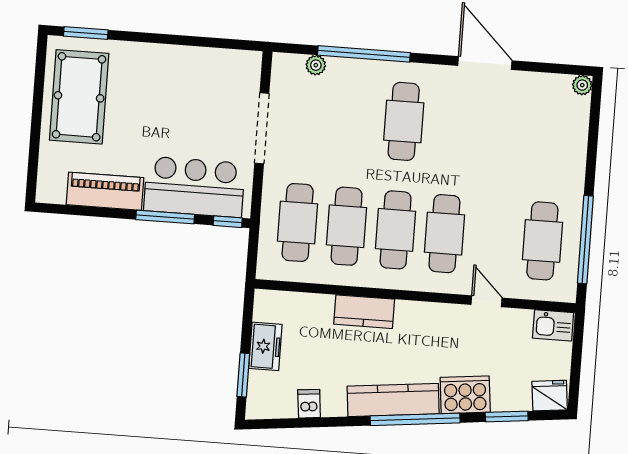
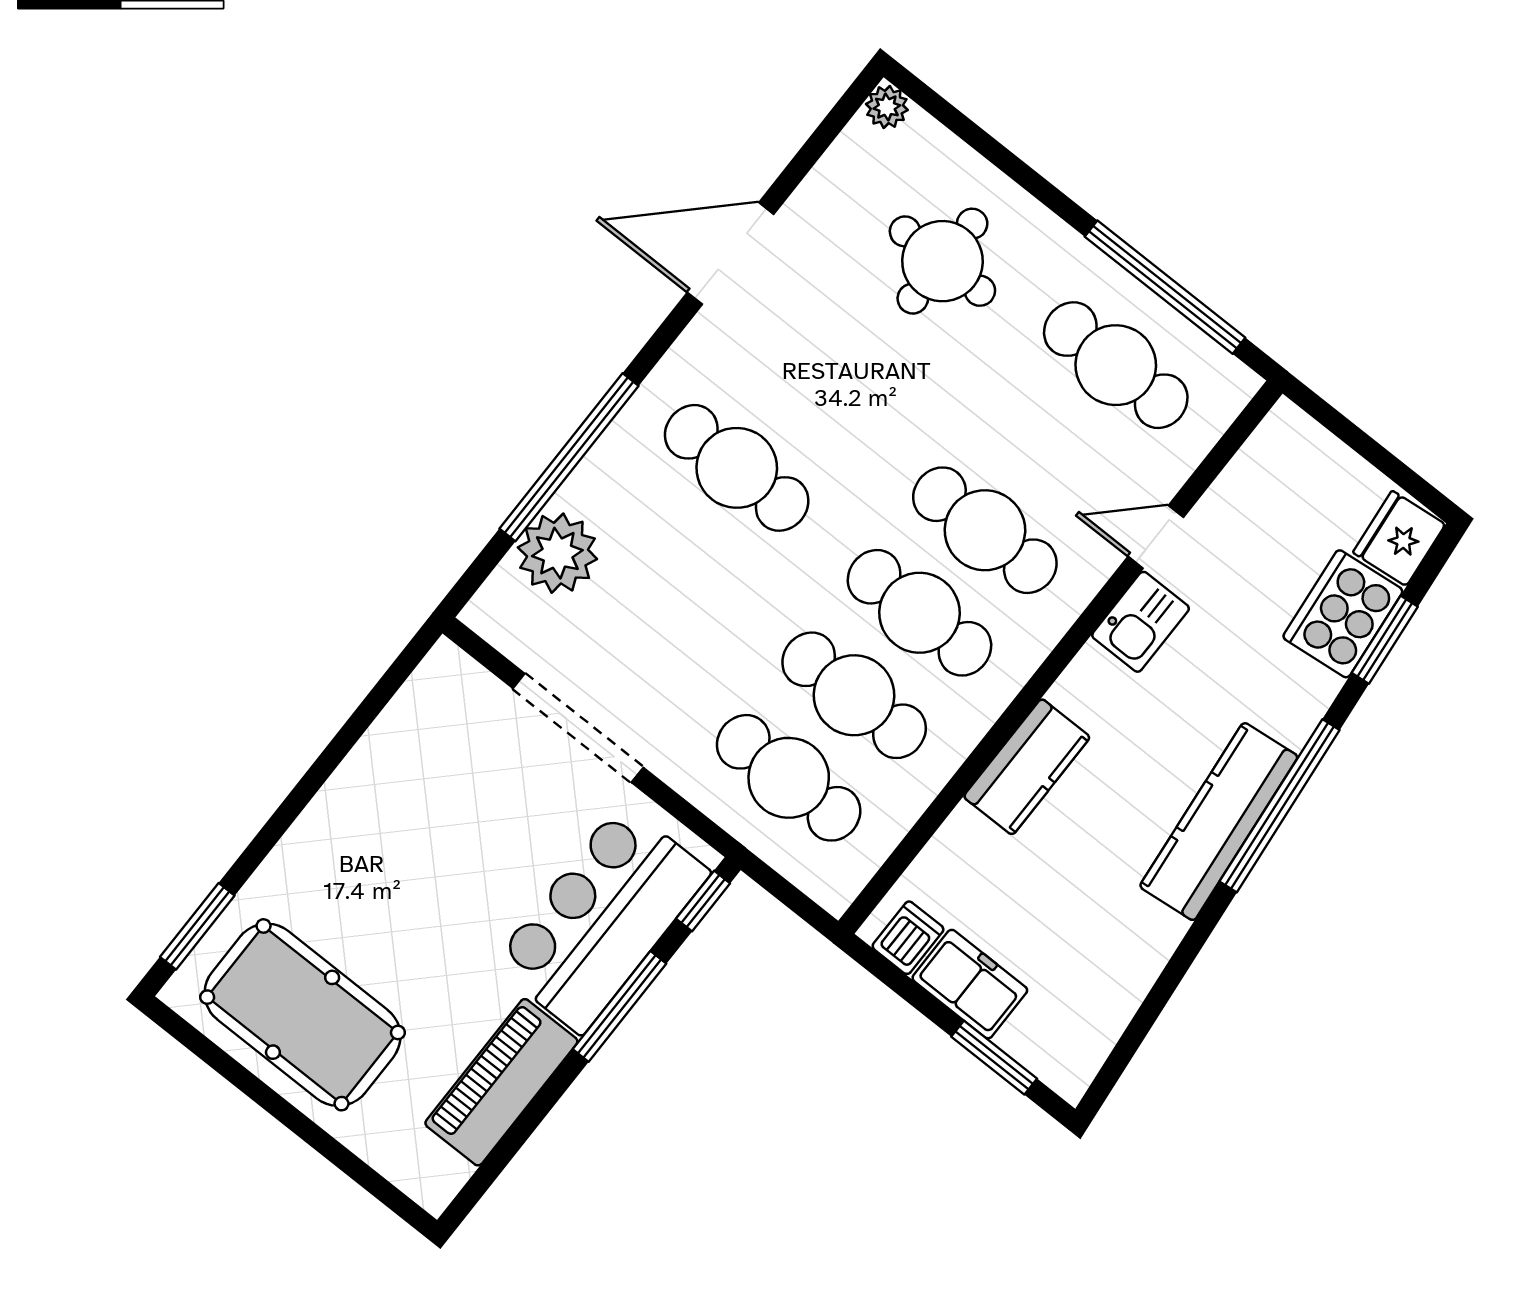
plant: (316, 65) -> (557, 553), width x1.87, depth x1.87
round table: (537, 147) -> (942, 261), added
kitchen sink: (553, 325) -> (1141, 622), moved
cooker: (465, 395) -> (1343, 614), moved
dishwasher: (309, 404) -> (908, 938), moved, turned 96

